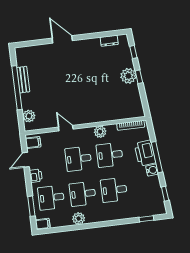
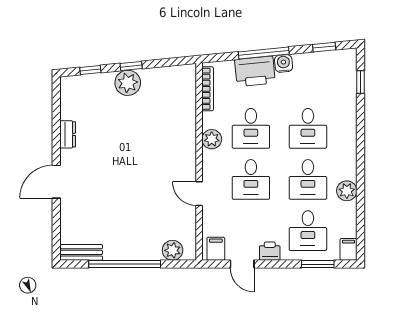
dresser: (109, 41) -> (68, 134), moved
bench: (23, 80) -> (81, 252), moved
door: (66, 128) -> (199, 194), hinge flipped

